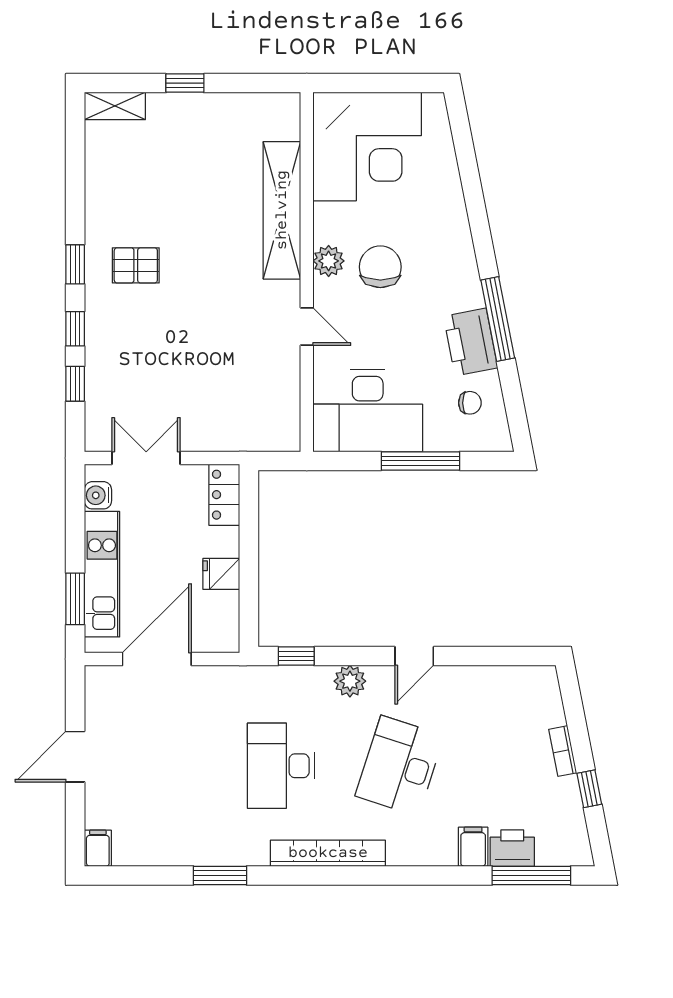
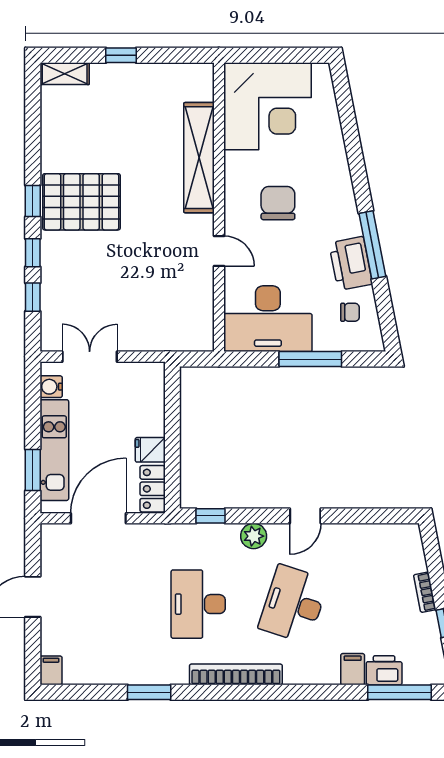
plant: (329, 261) -> (236, 198), removed
pallet: (136, 265) -> (81, 202), width x2.05, depth x2.00
locker: (224, 495) -> (153, 489), moved

